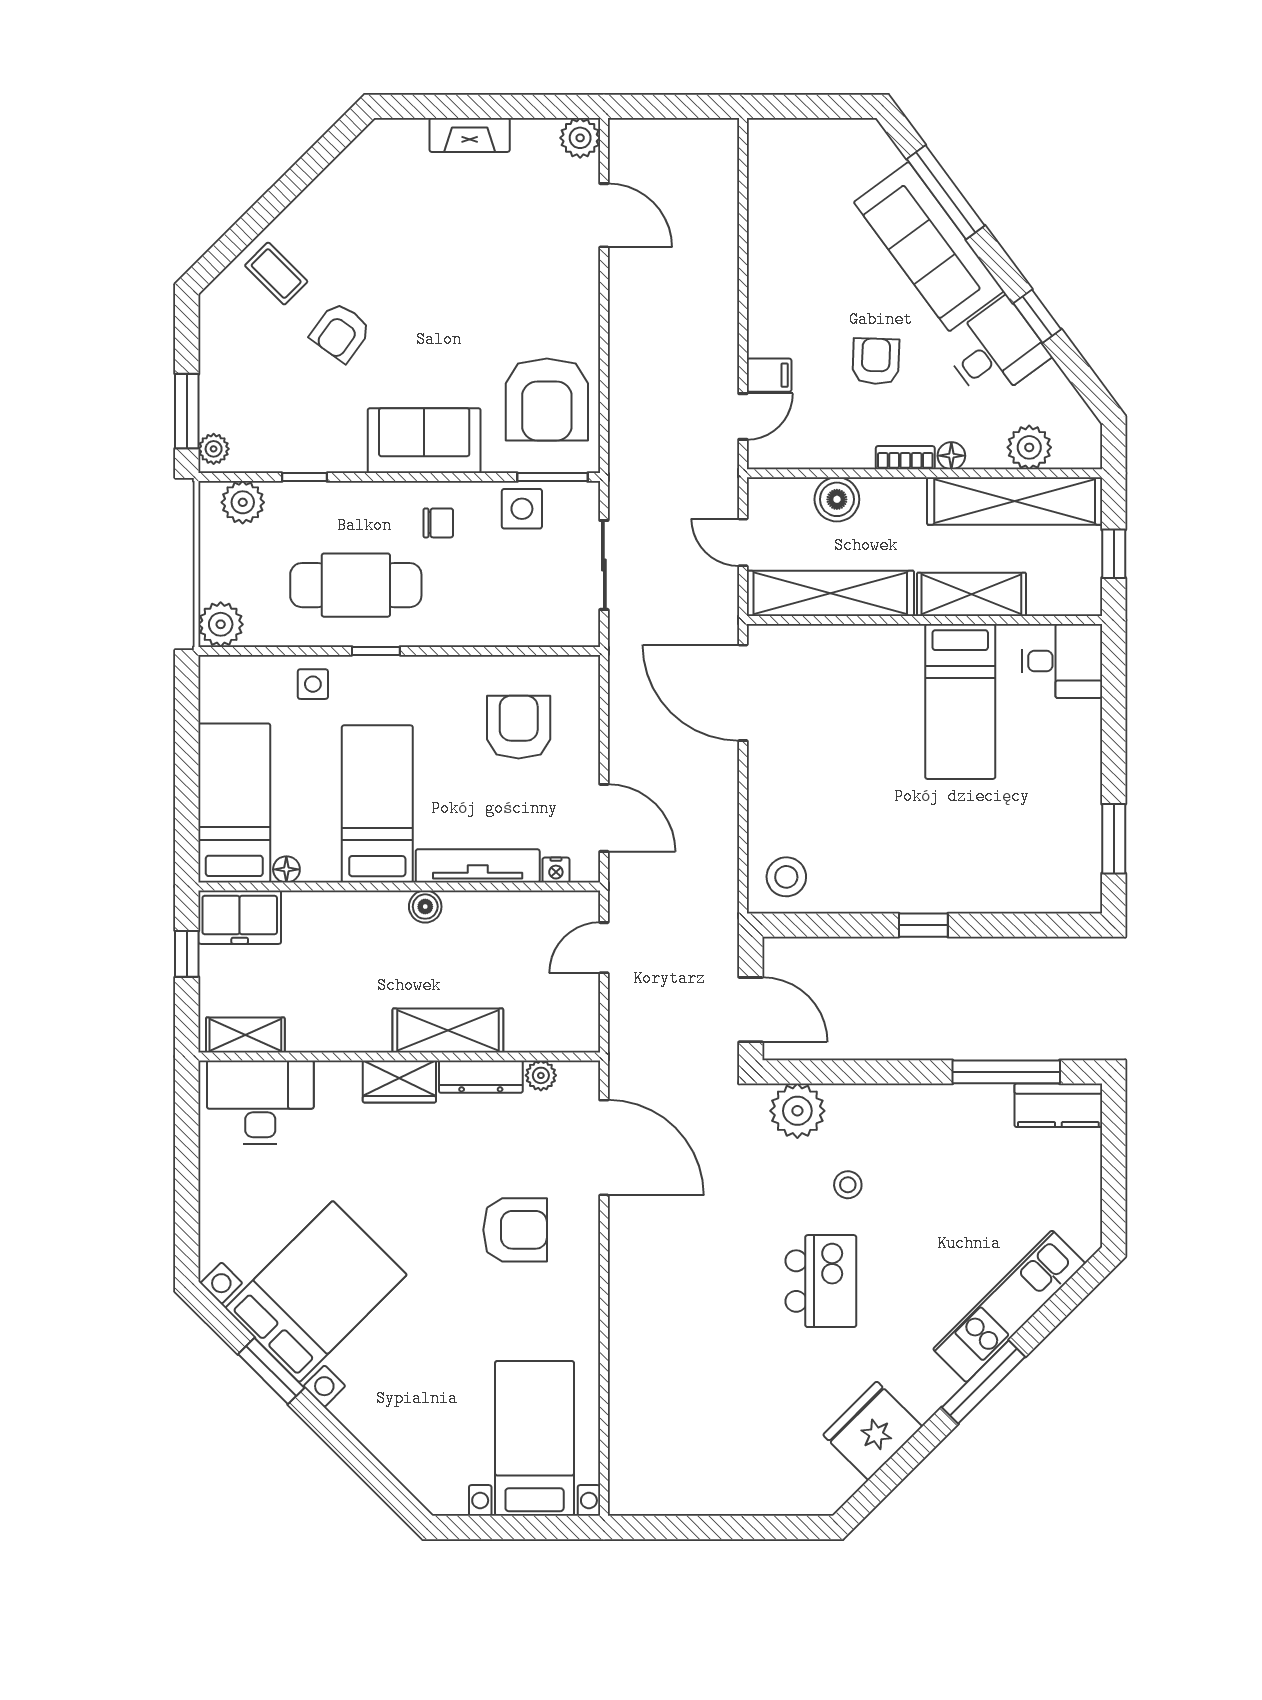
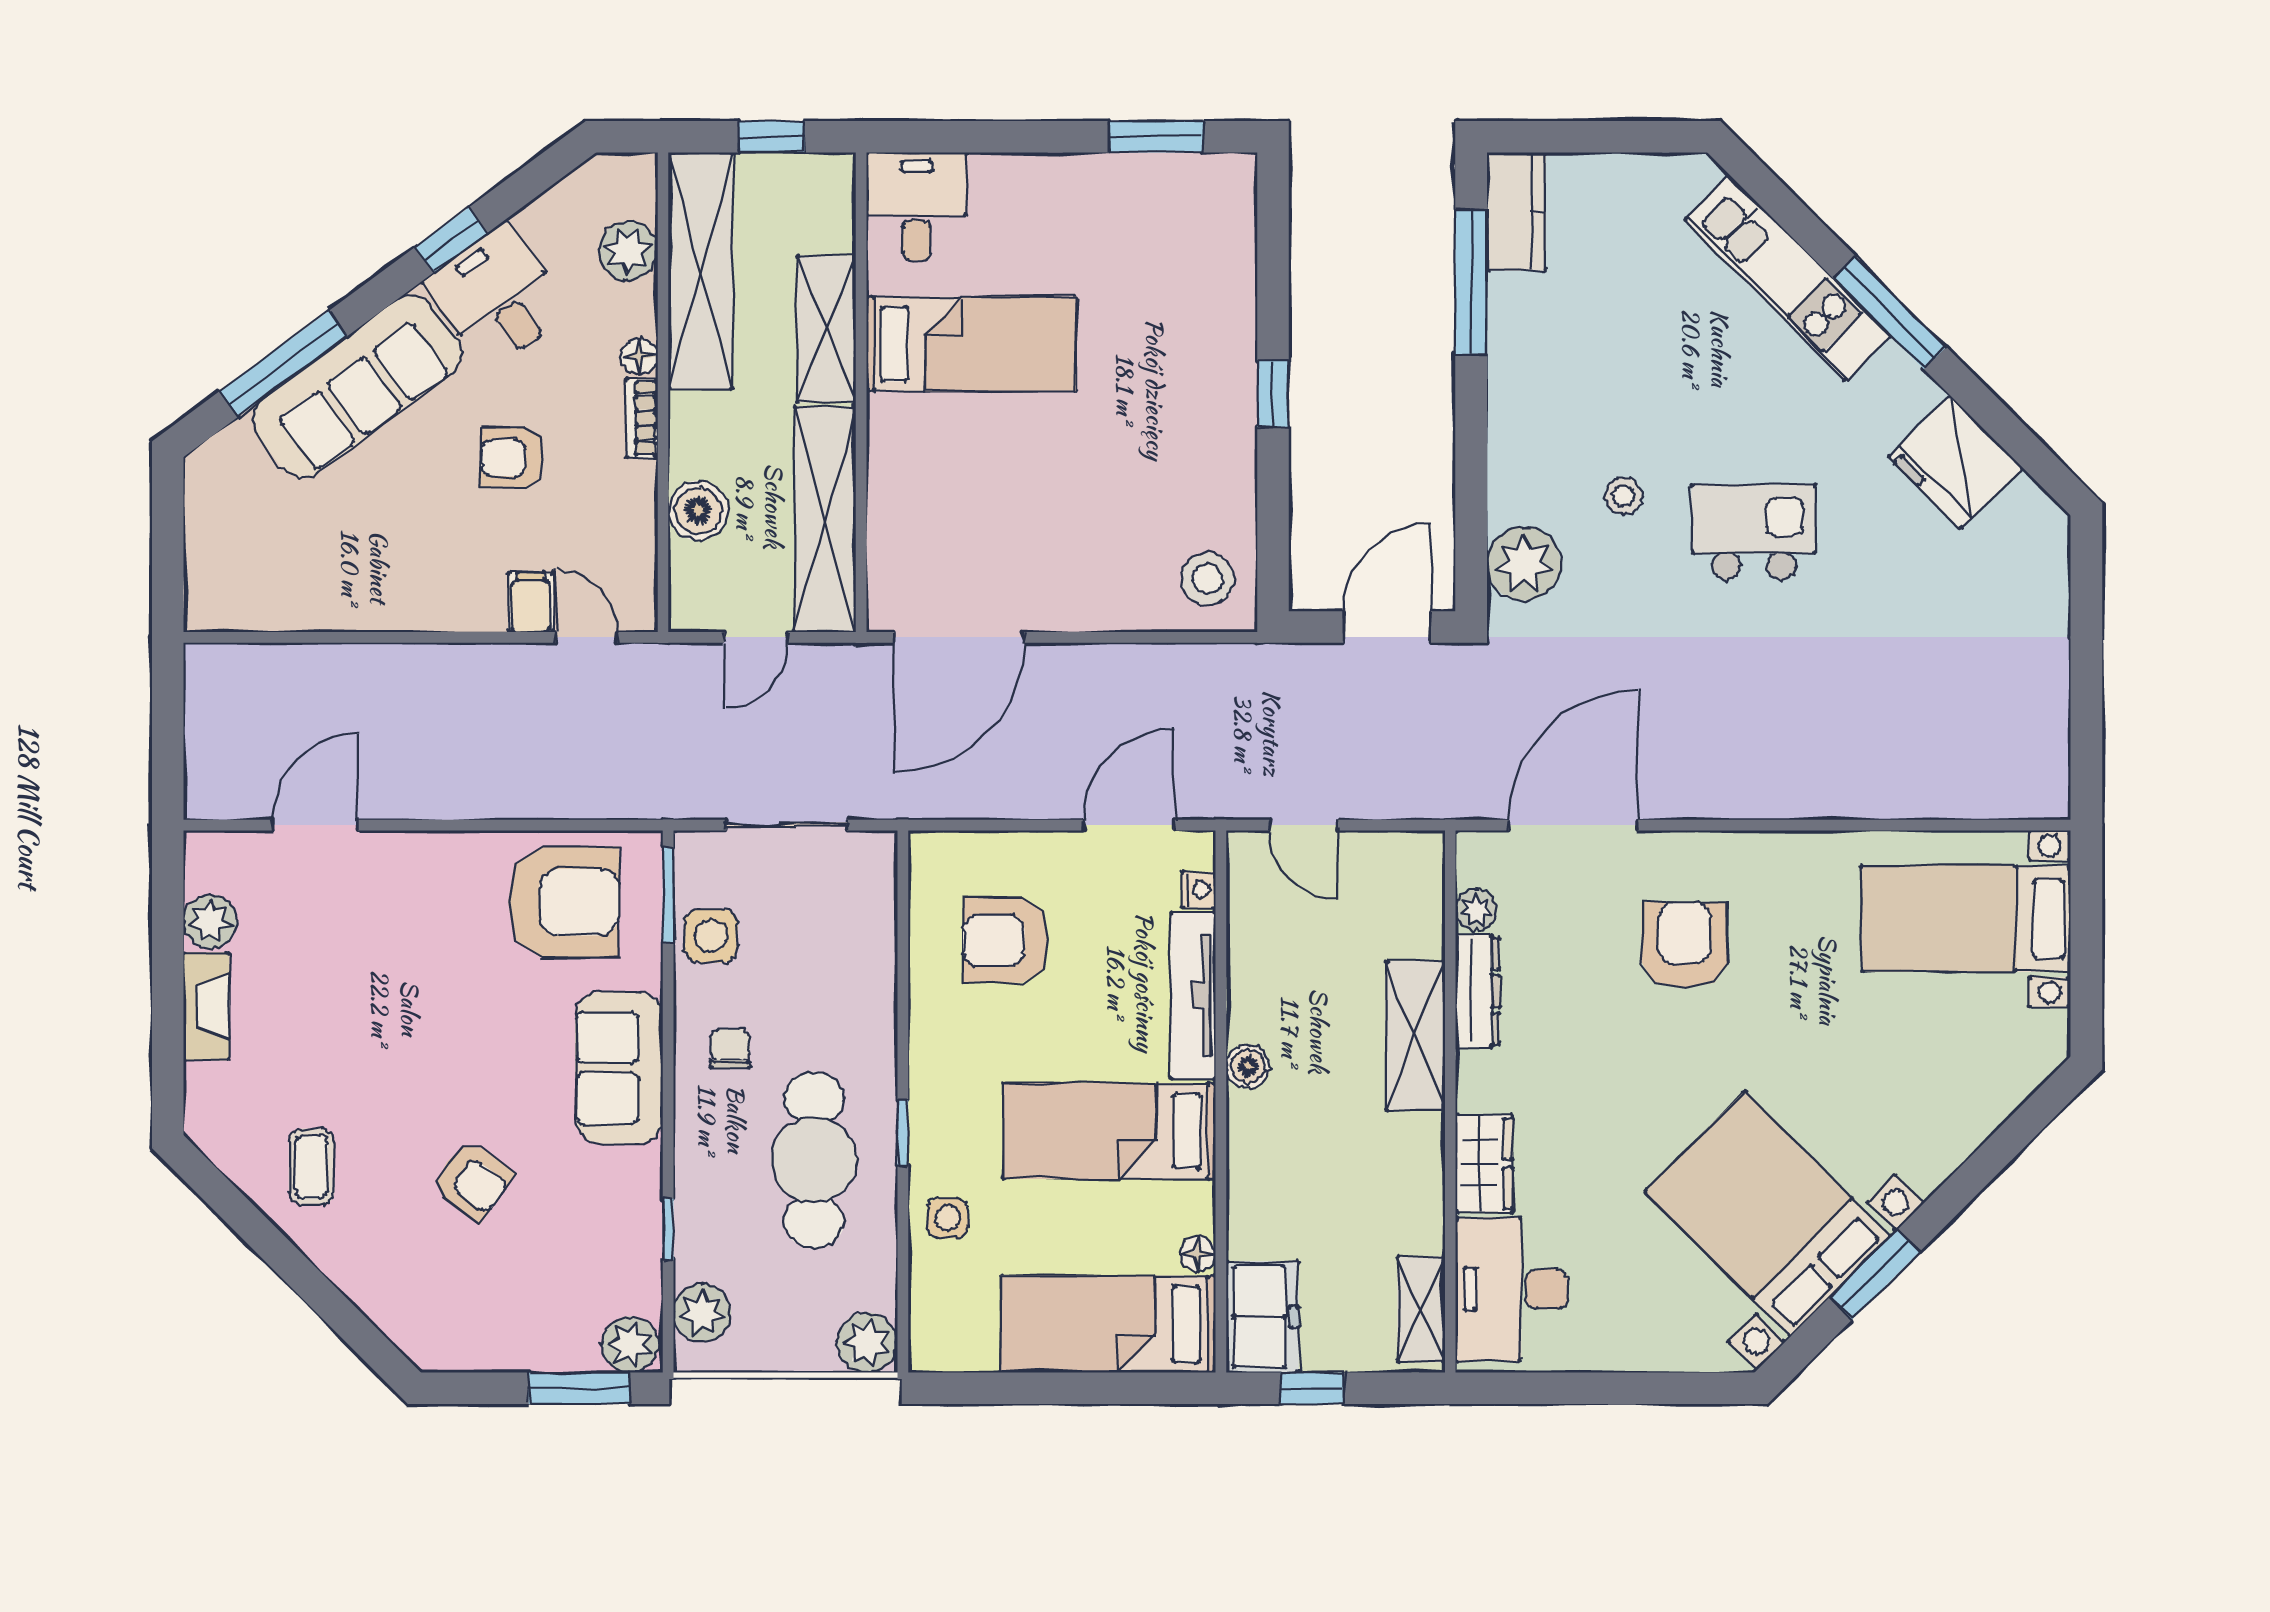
plant: (580, 138) -> (210, 921), moved
coffee table: (276, 274) -> (312, 1167), moved, turned -45
plant: (214, 449) -> (630, 1344), width x1.38, depth x1.38
wardrobe: (399, 1081) -> (1484, 1164), moved

